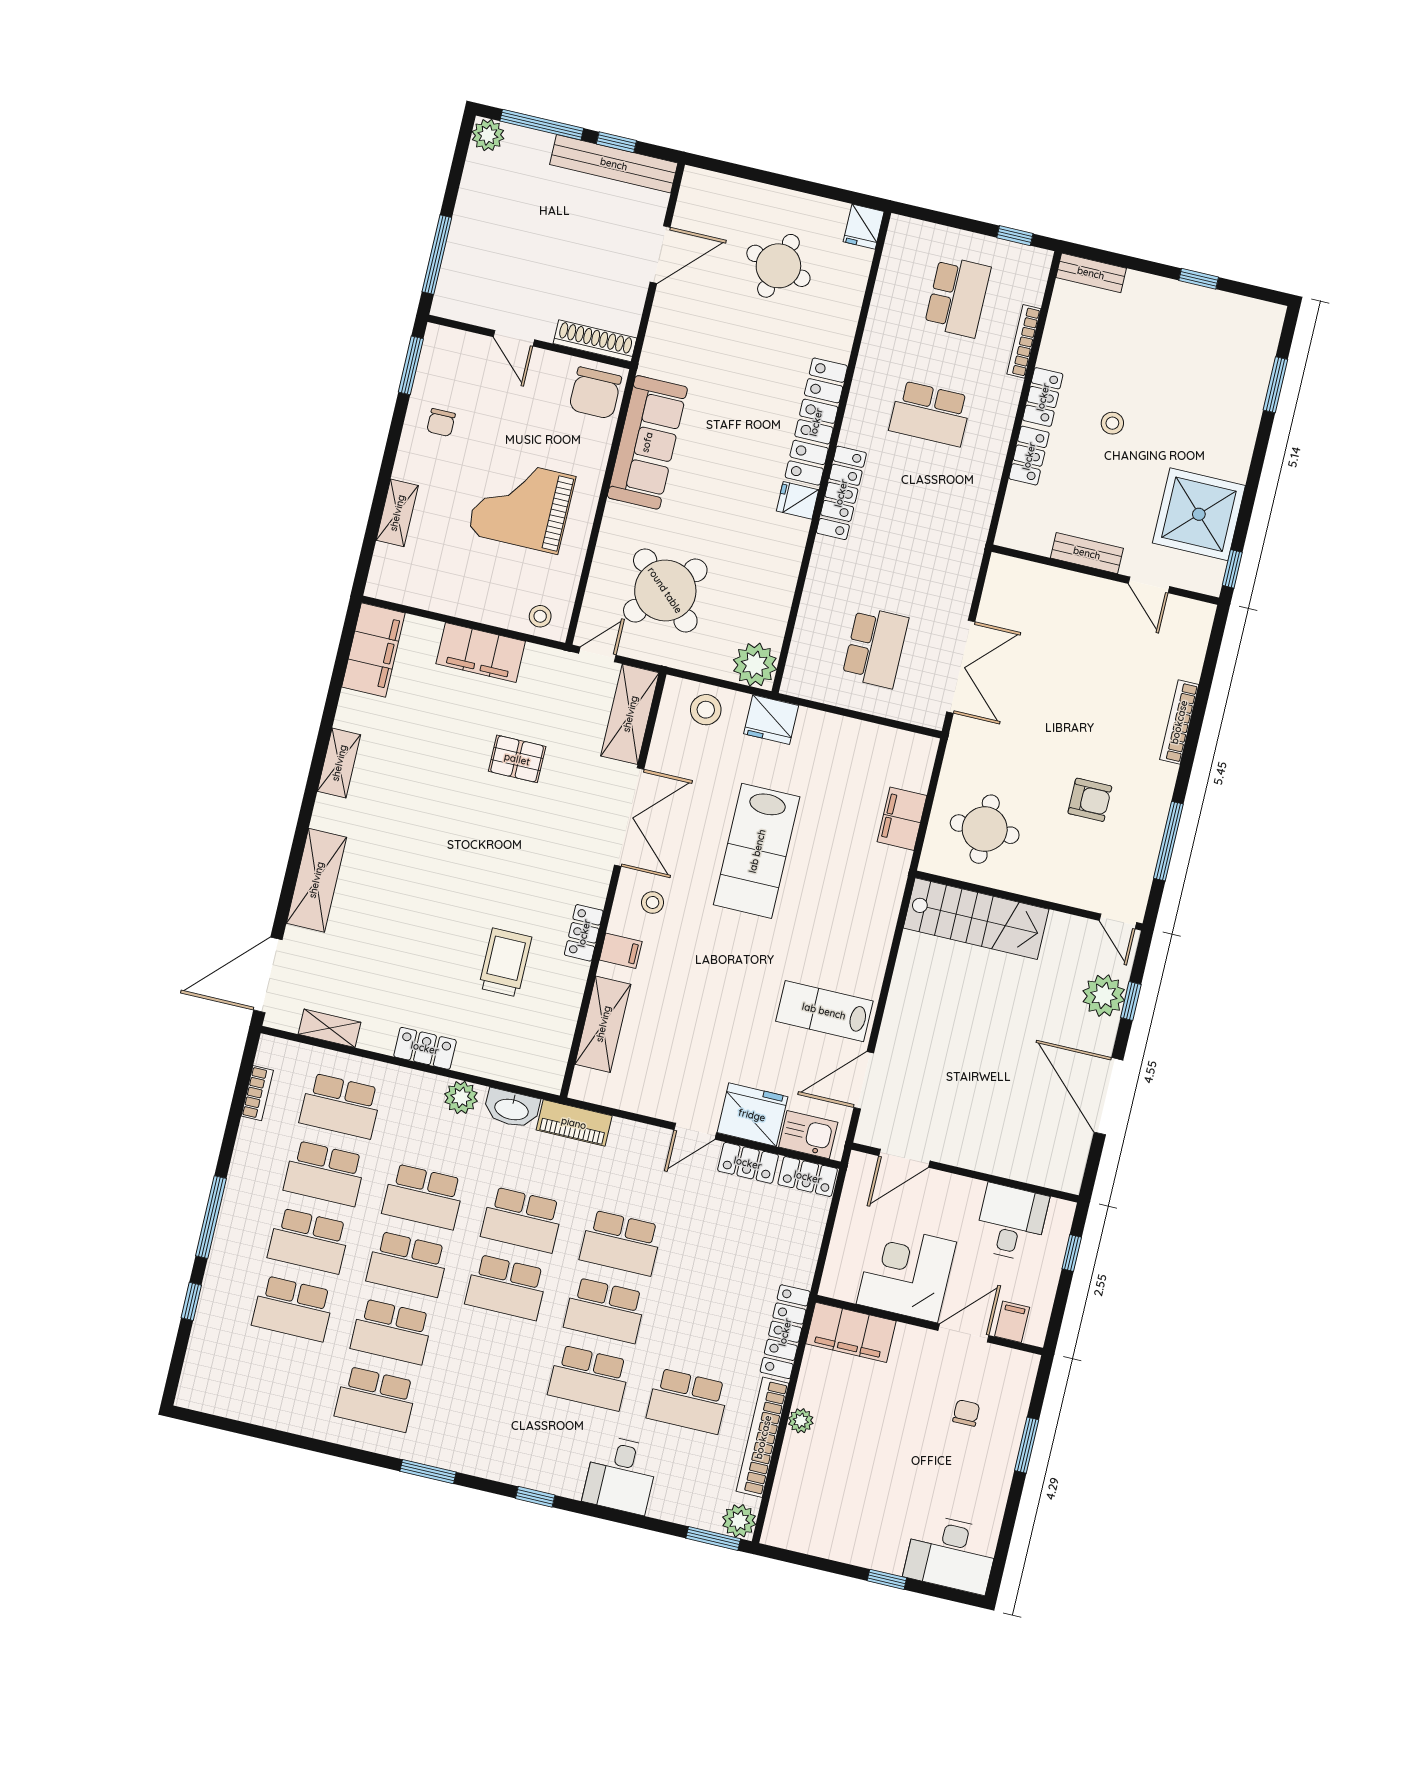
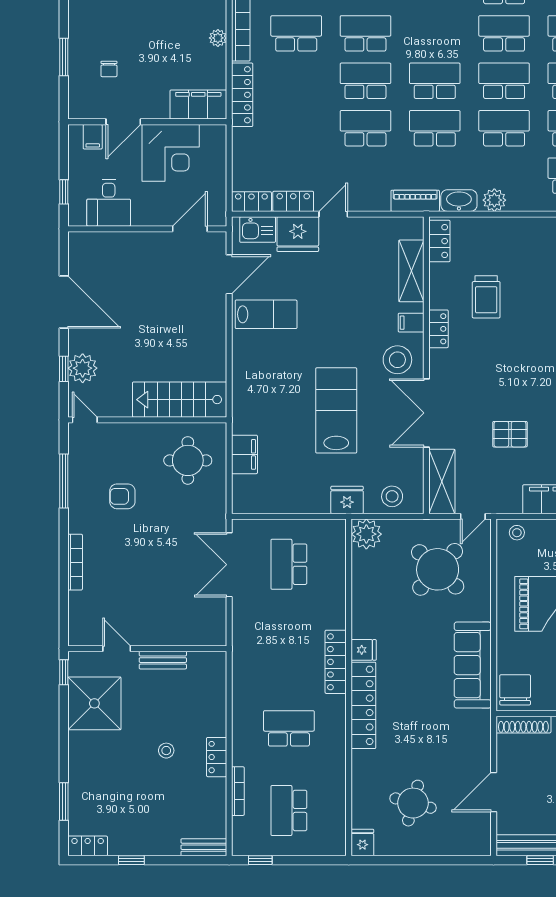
locker: (1029, 456) -> (88, 846), moved, turned 90
stool: (653, 902) -> (397, 360), width x1.89, depth x1.89
locker: (425, 1048) -> (439, 241), moved, turned -90

